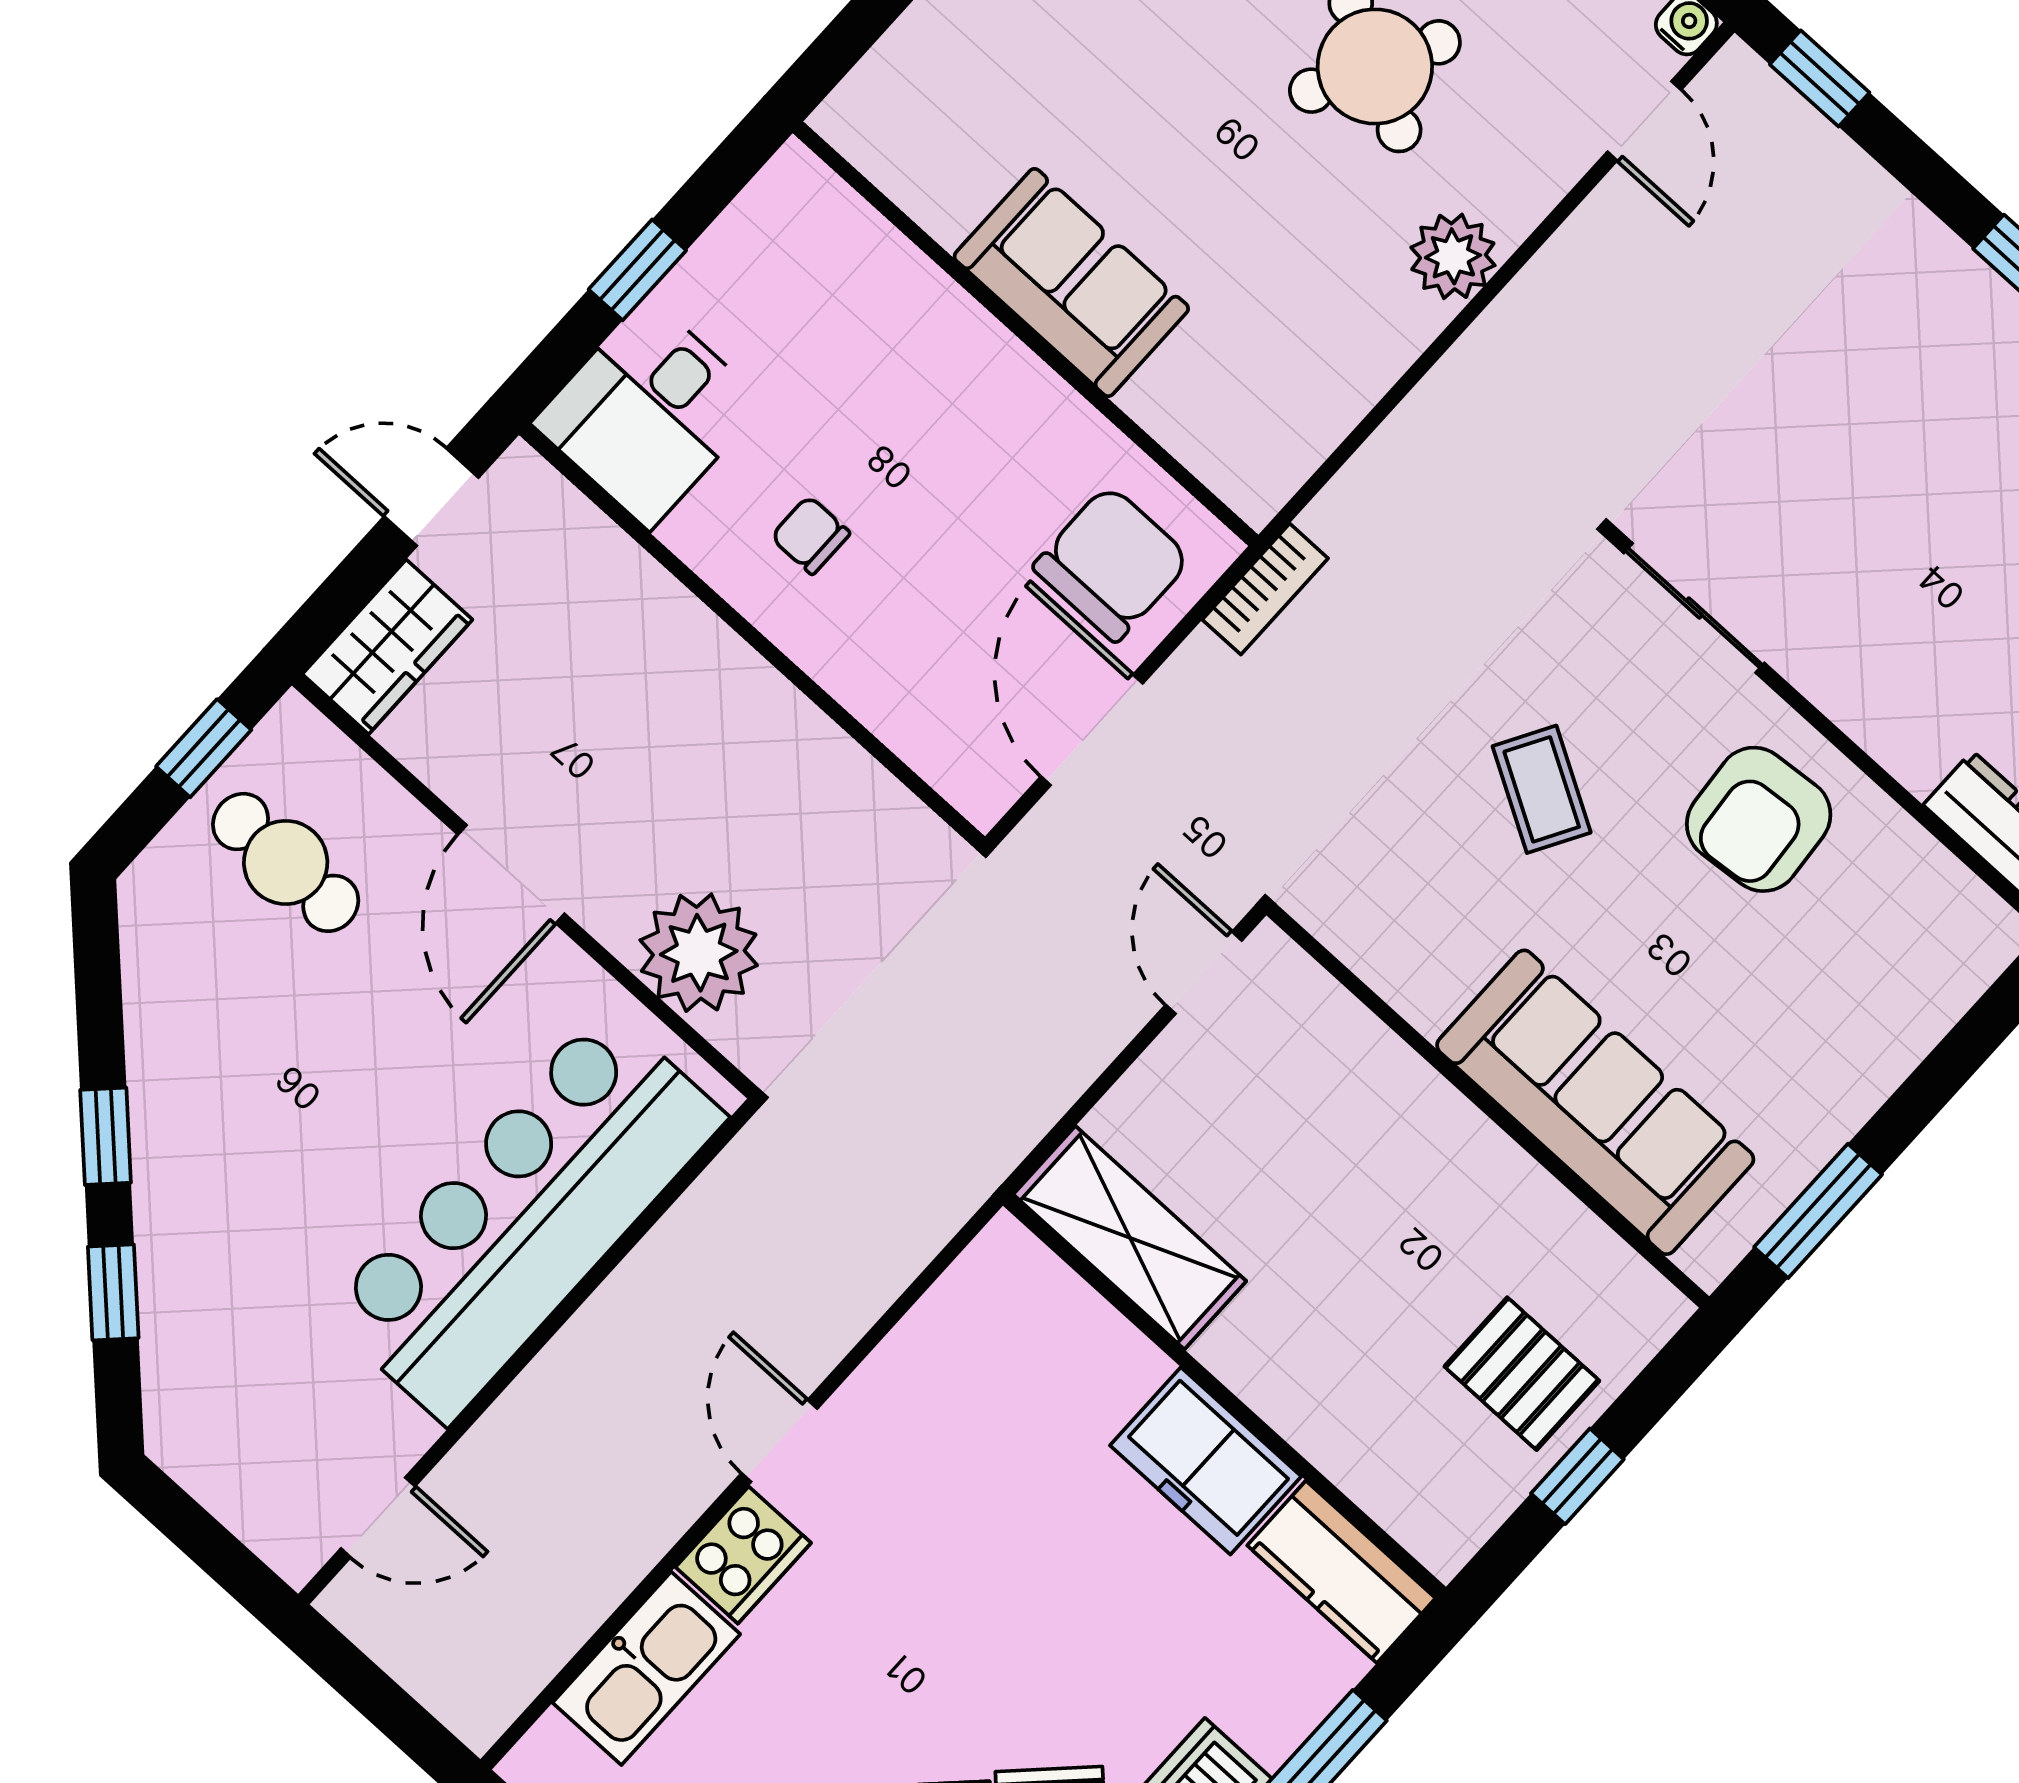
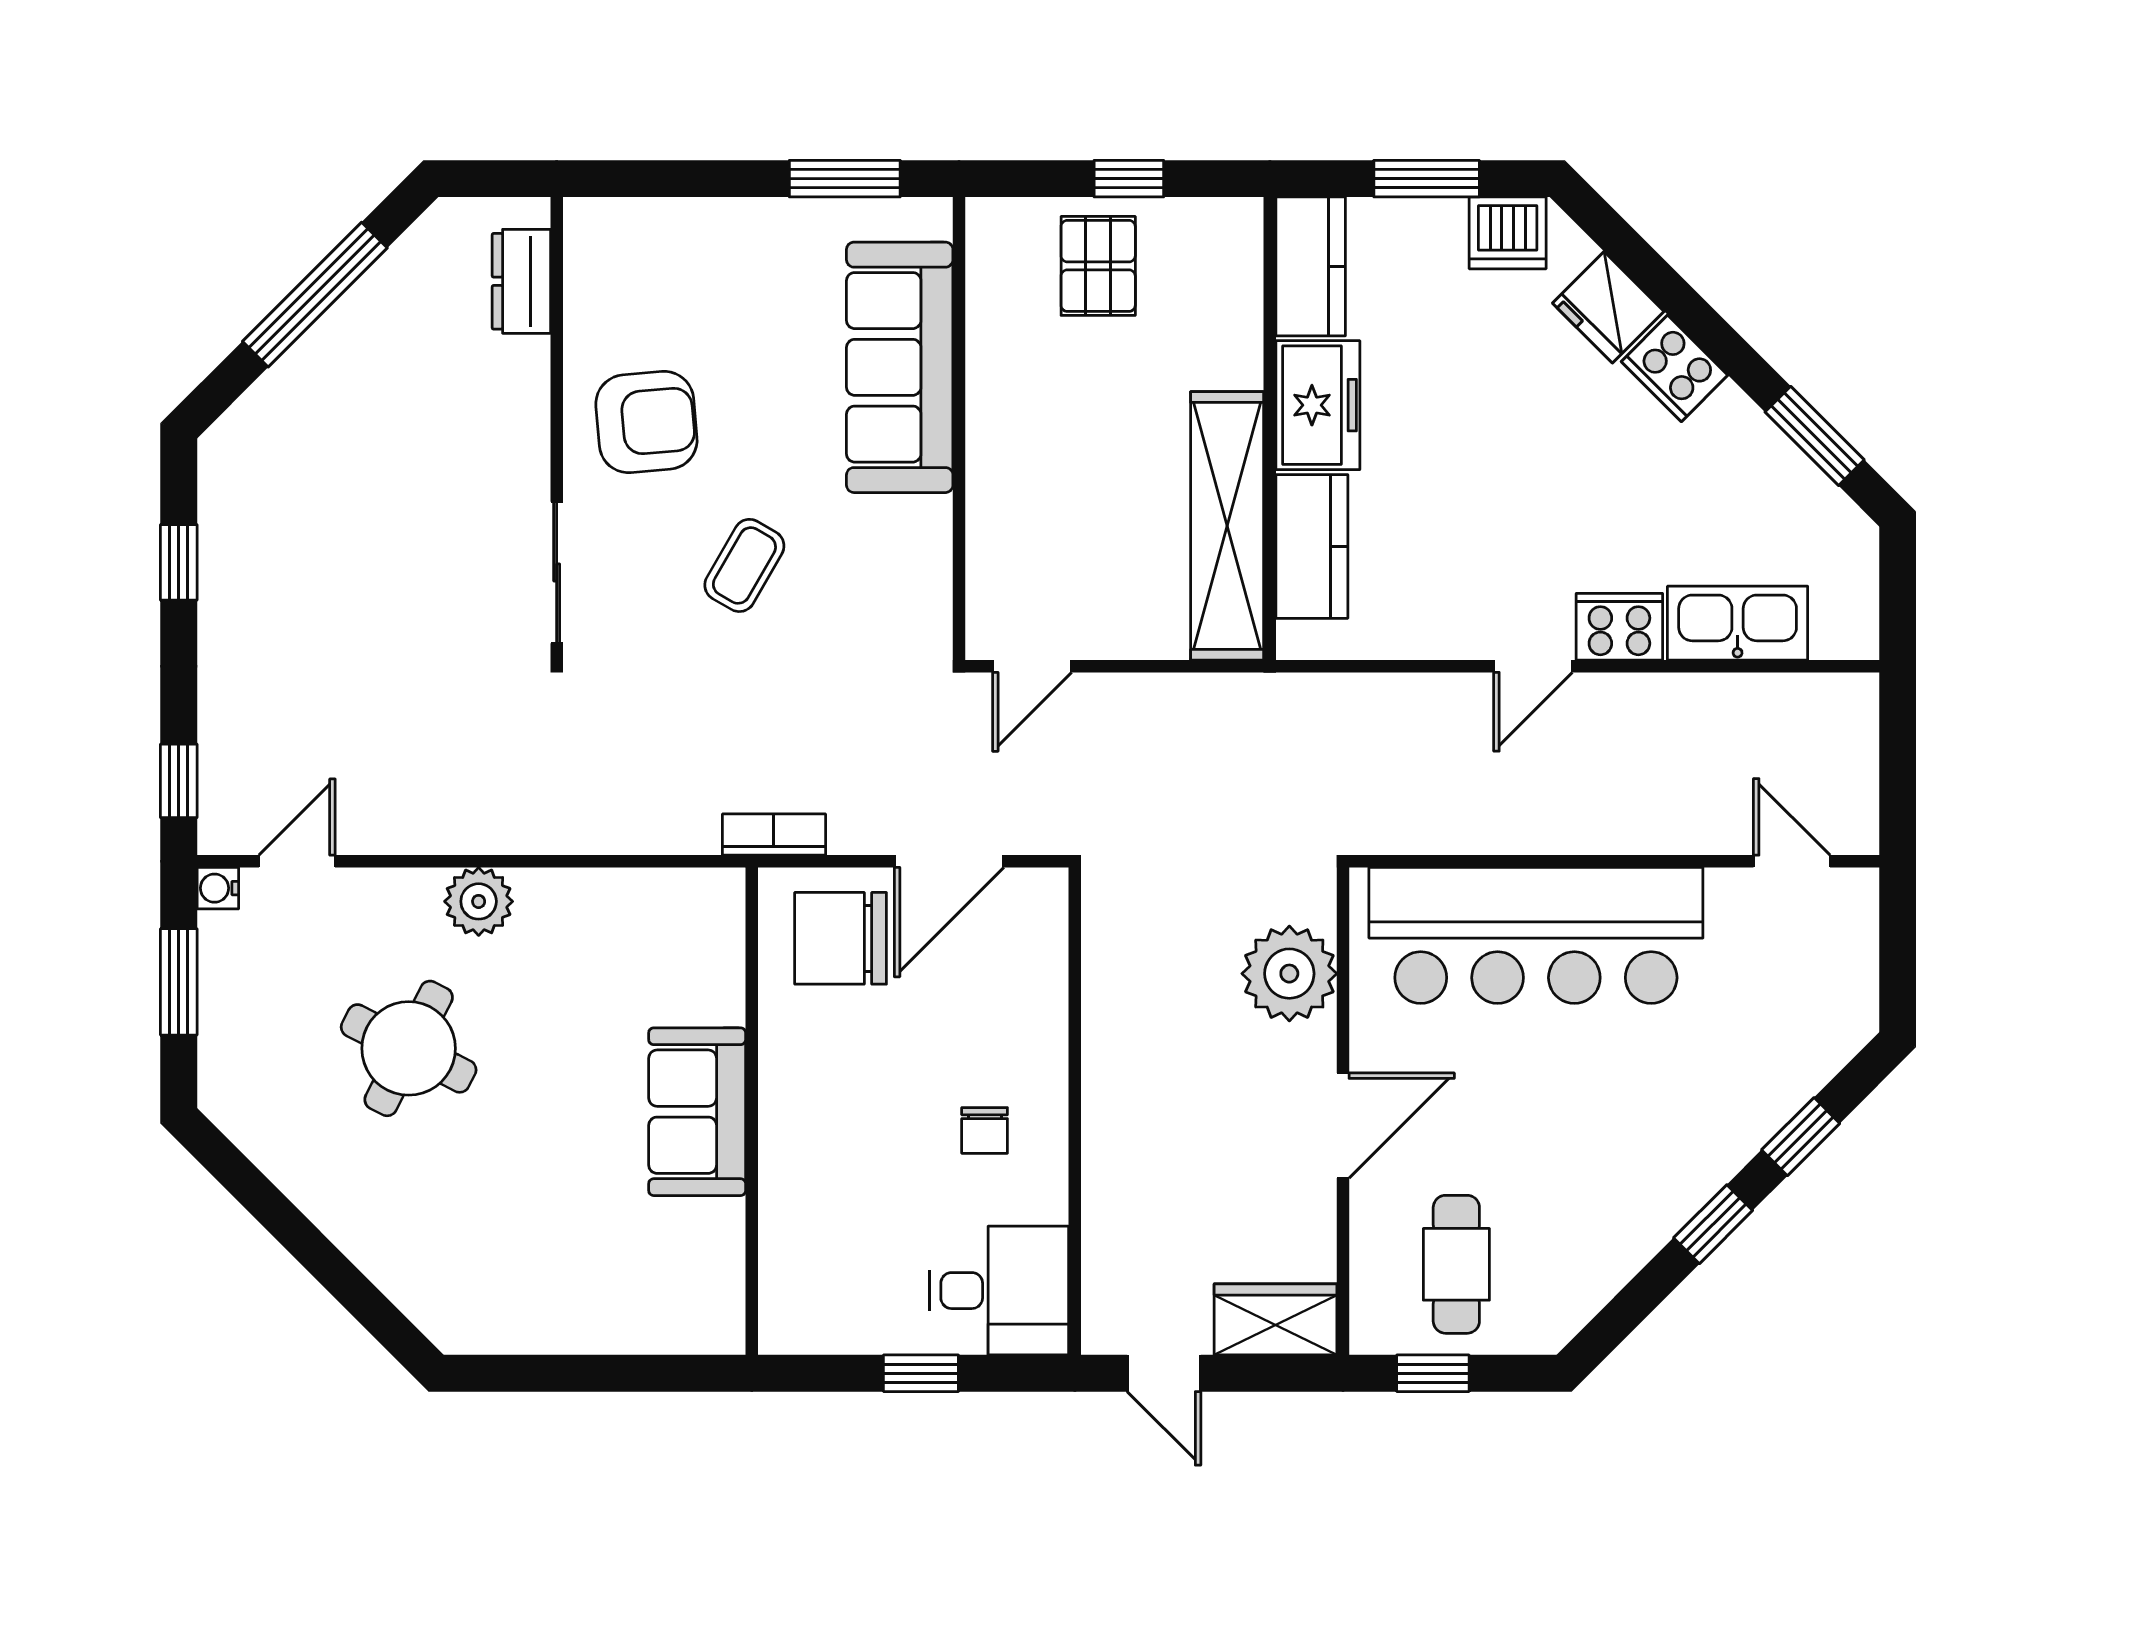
shelving: (1130, 1238) -> (1227, 526), width x1.47
kitchen counter: (1079, 1336) -> (1312, 546), added

